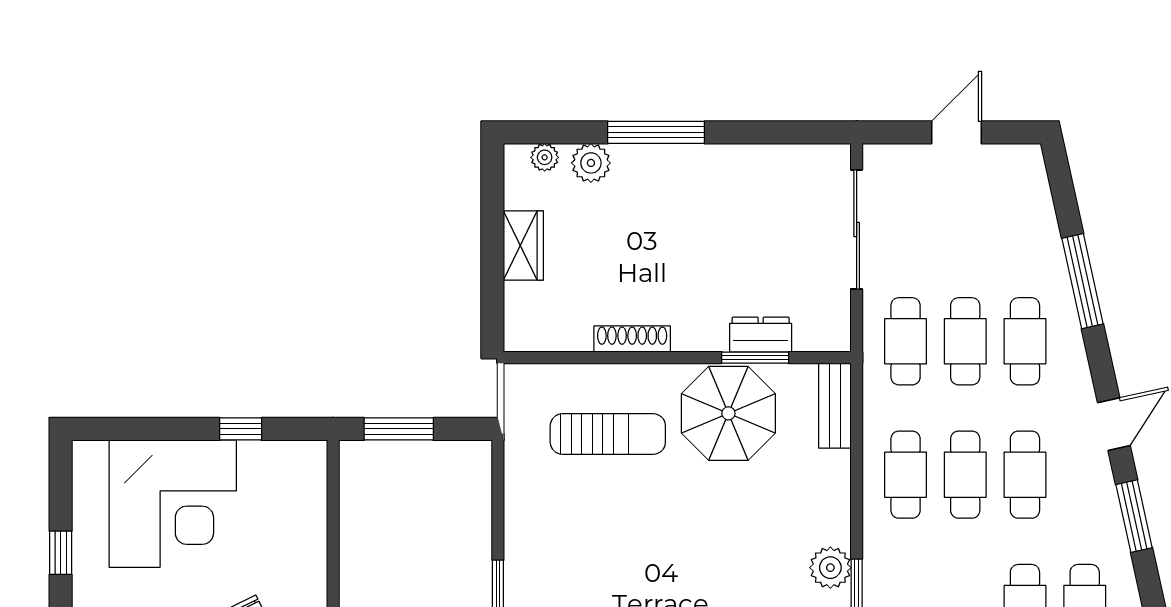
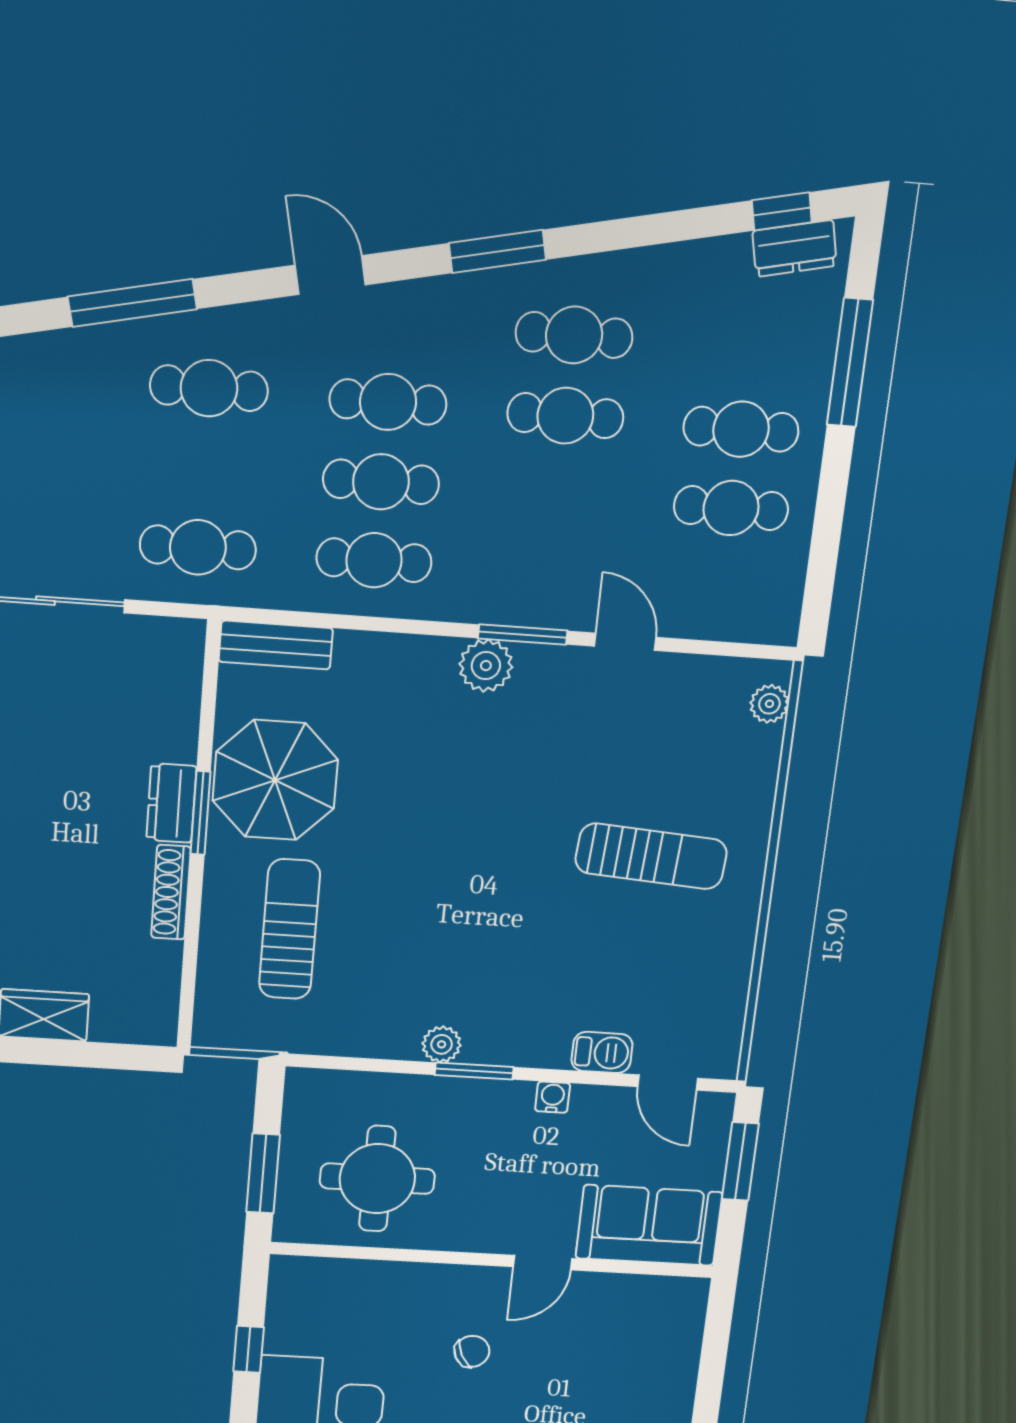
dresser: (761, 335) -> (171, 803), moved
cafe table: (965, 341) -> (203, 468), removed
window: (755, 358) -> (200, 813), moved
window: (1134, 516) -> (497, 251), moved
round table: (400, 522) -> (377, 1179), added
plant: (519, 563) -> (442, 1044), added

